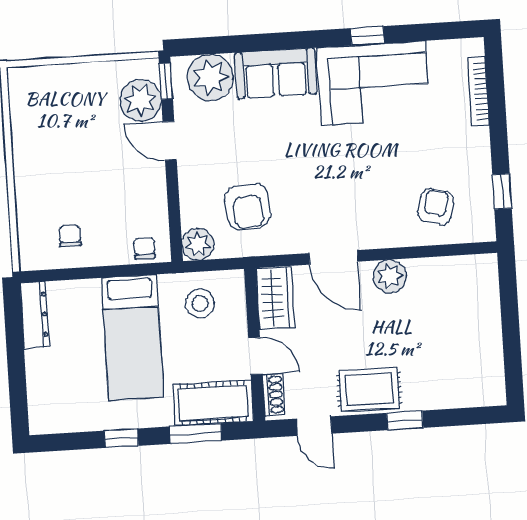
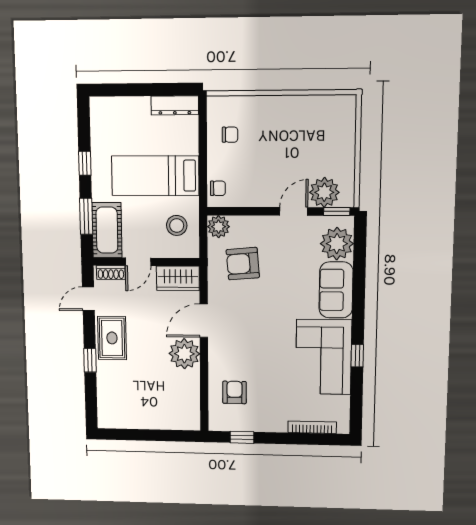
armchair: (436, 207) -> (234, 392), turned -104
plant: (390, 276) -> (184, 354), width x1.36, depth x1.36

